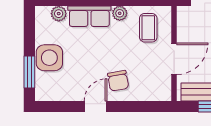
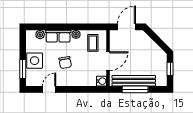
chair: (118, 81) -> (65, 62), moved
water cooler: (163, 93) -> (101, 81), added
door: (96, 107) -> (49, 89), moved

